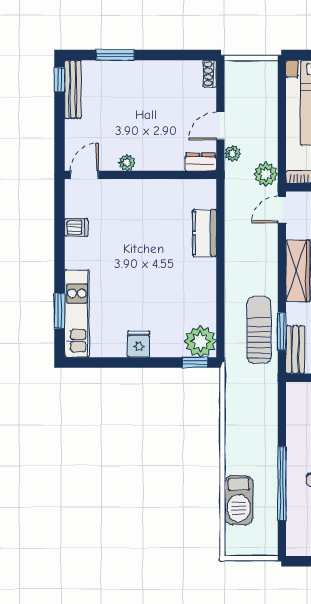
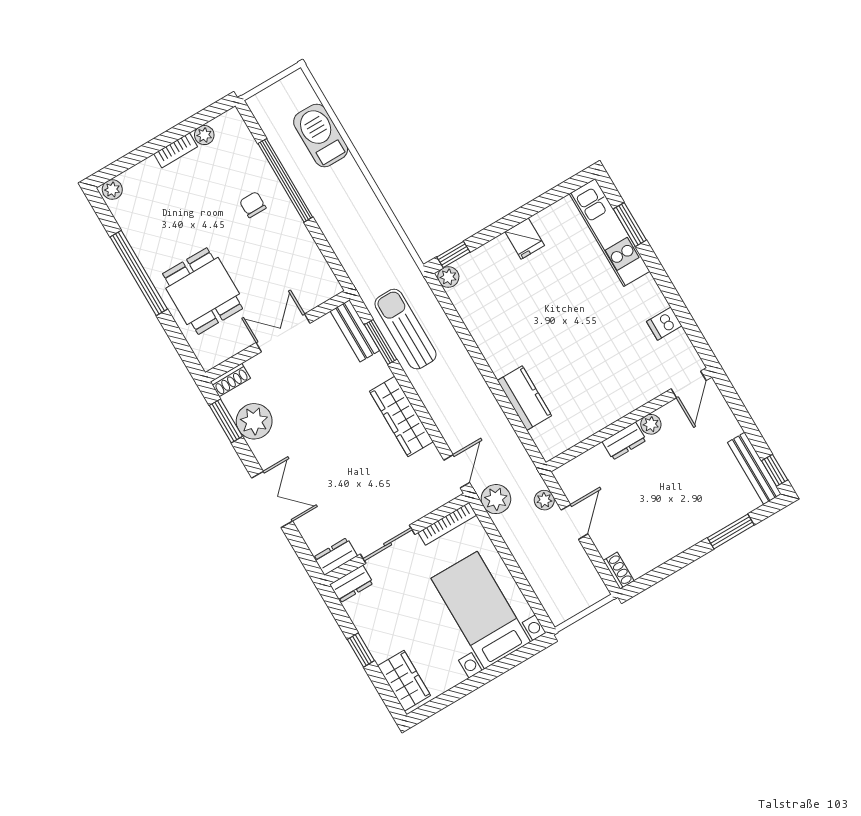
dresser: (201, 162) -> (624, 441), moved
sun lounger: (259, 330) -> (405, 329), turned 180
plant: (200, 341) -> (448, 277), width x0.53, depth x0.53

